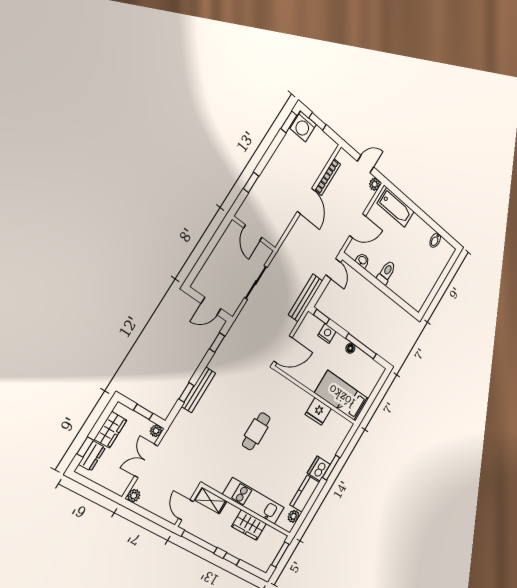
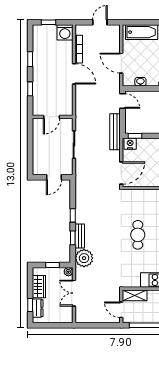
window: (289, 122) -> (30, 59), moved
washing machine: (303, 127) -> (65, 32), moved
plant: (375, 184) -> (115, 29), removed
door: (358, 226) -> (121, 63), swing flipped
door: (253, 233) -> (51, 117), hinge flipped
nightstand: (327, 334) -> (130, 144), moved
window: (217, 343) -> (73, 215), moved
bench: (199, 390) -> (80, 236), width x0.73
plant: (134, 496) -> (84, 258), moved, width x1.87, depth x1.87

